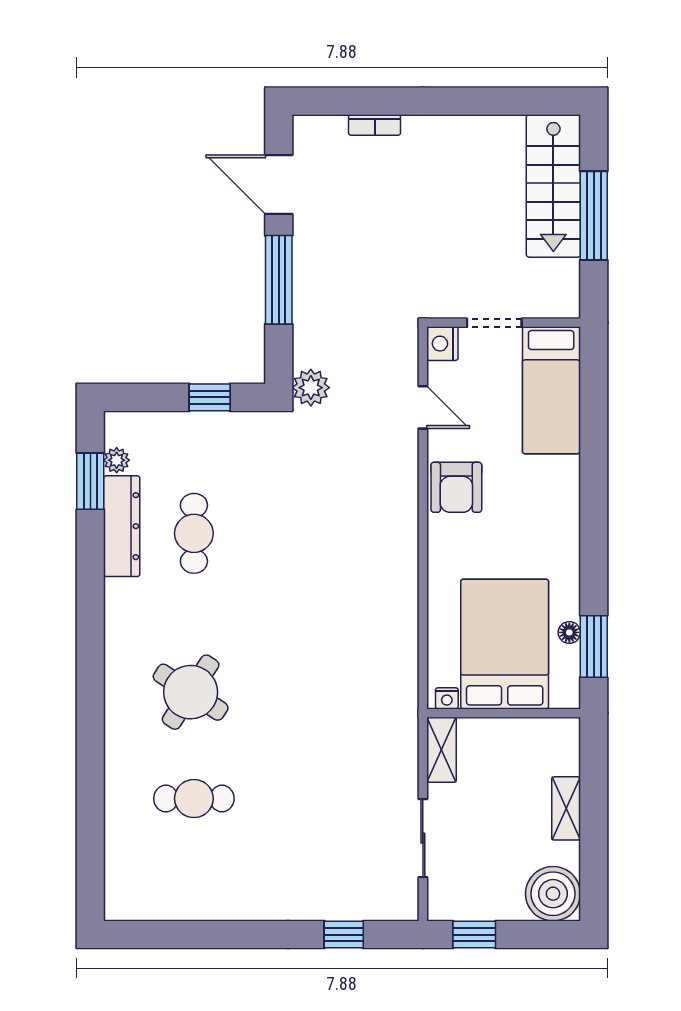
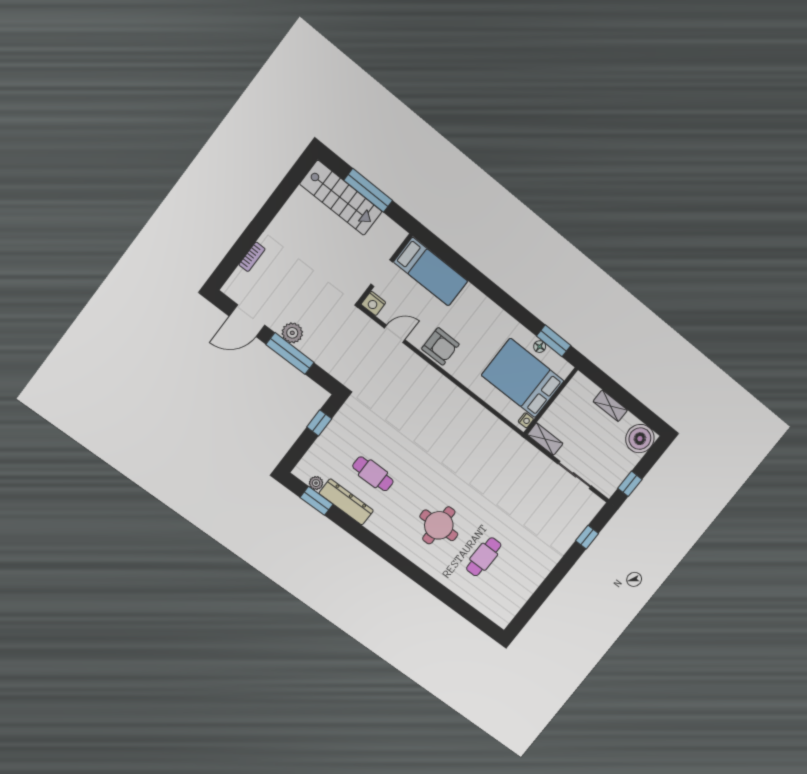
plant: (311, 388) -> (292, 333), moved
round table: (191, 692) -> (439, 525), turned -33

